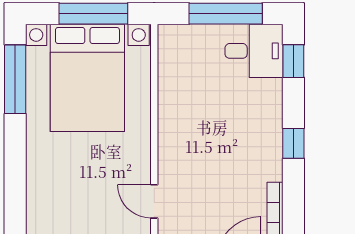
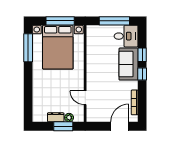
window: (293, 61) -> (142, 55), moved
sofa: (260, 119) -> (129, 64), added

